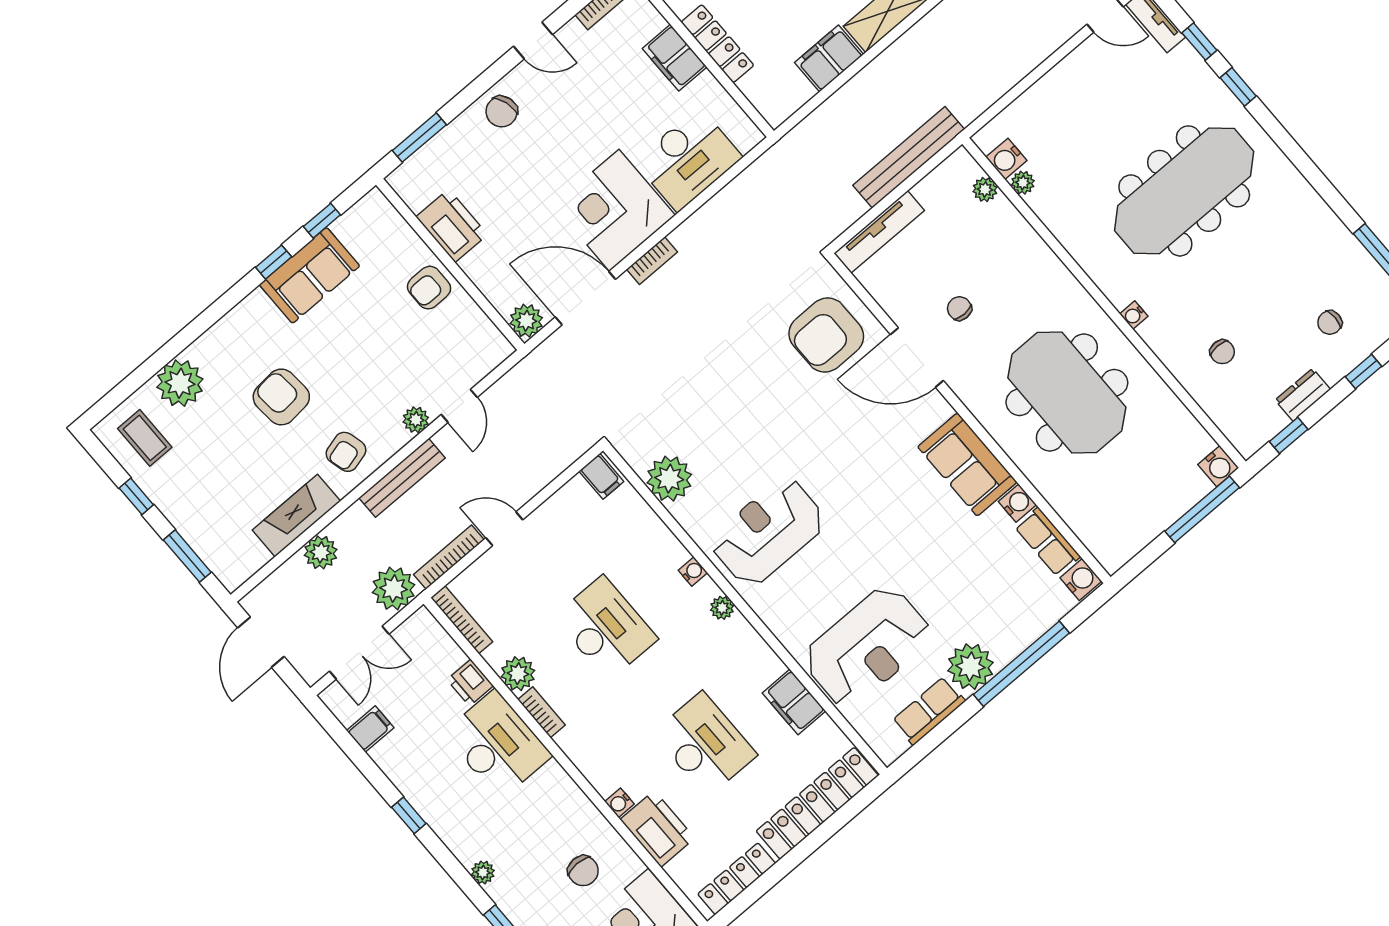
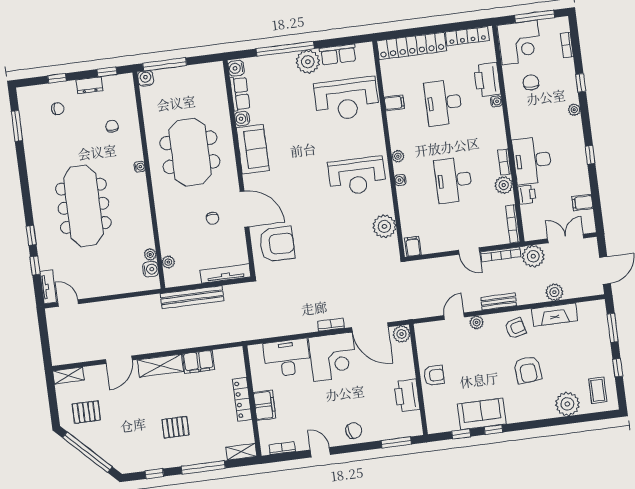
meeting table: (1184, 191) -> (83, 206), turned 90
bench: (402, 478) -> (499, 301), width x0.73
reception desk: (867, 647) -> (346, 99), turned 180
filing cabinet: (794, 702) -> (394, 103), width x0.50

